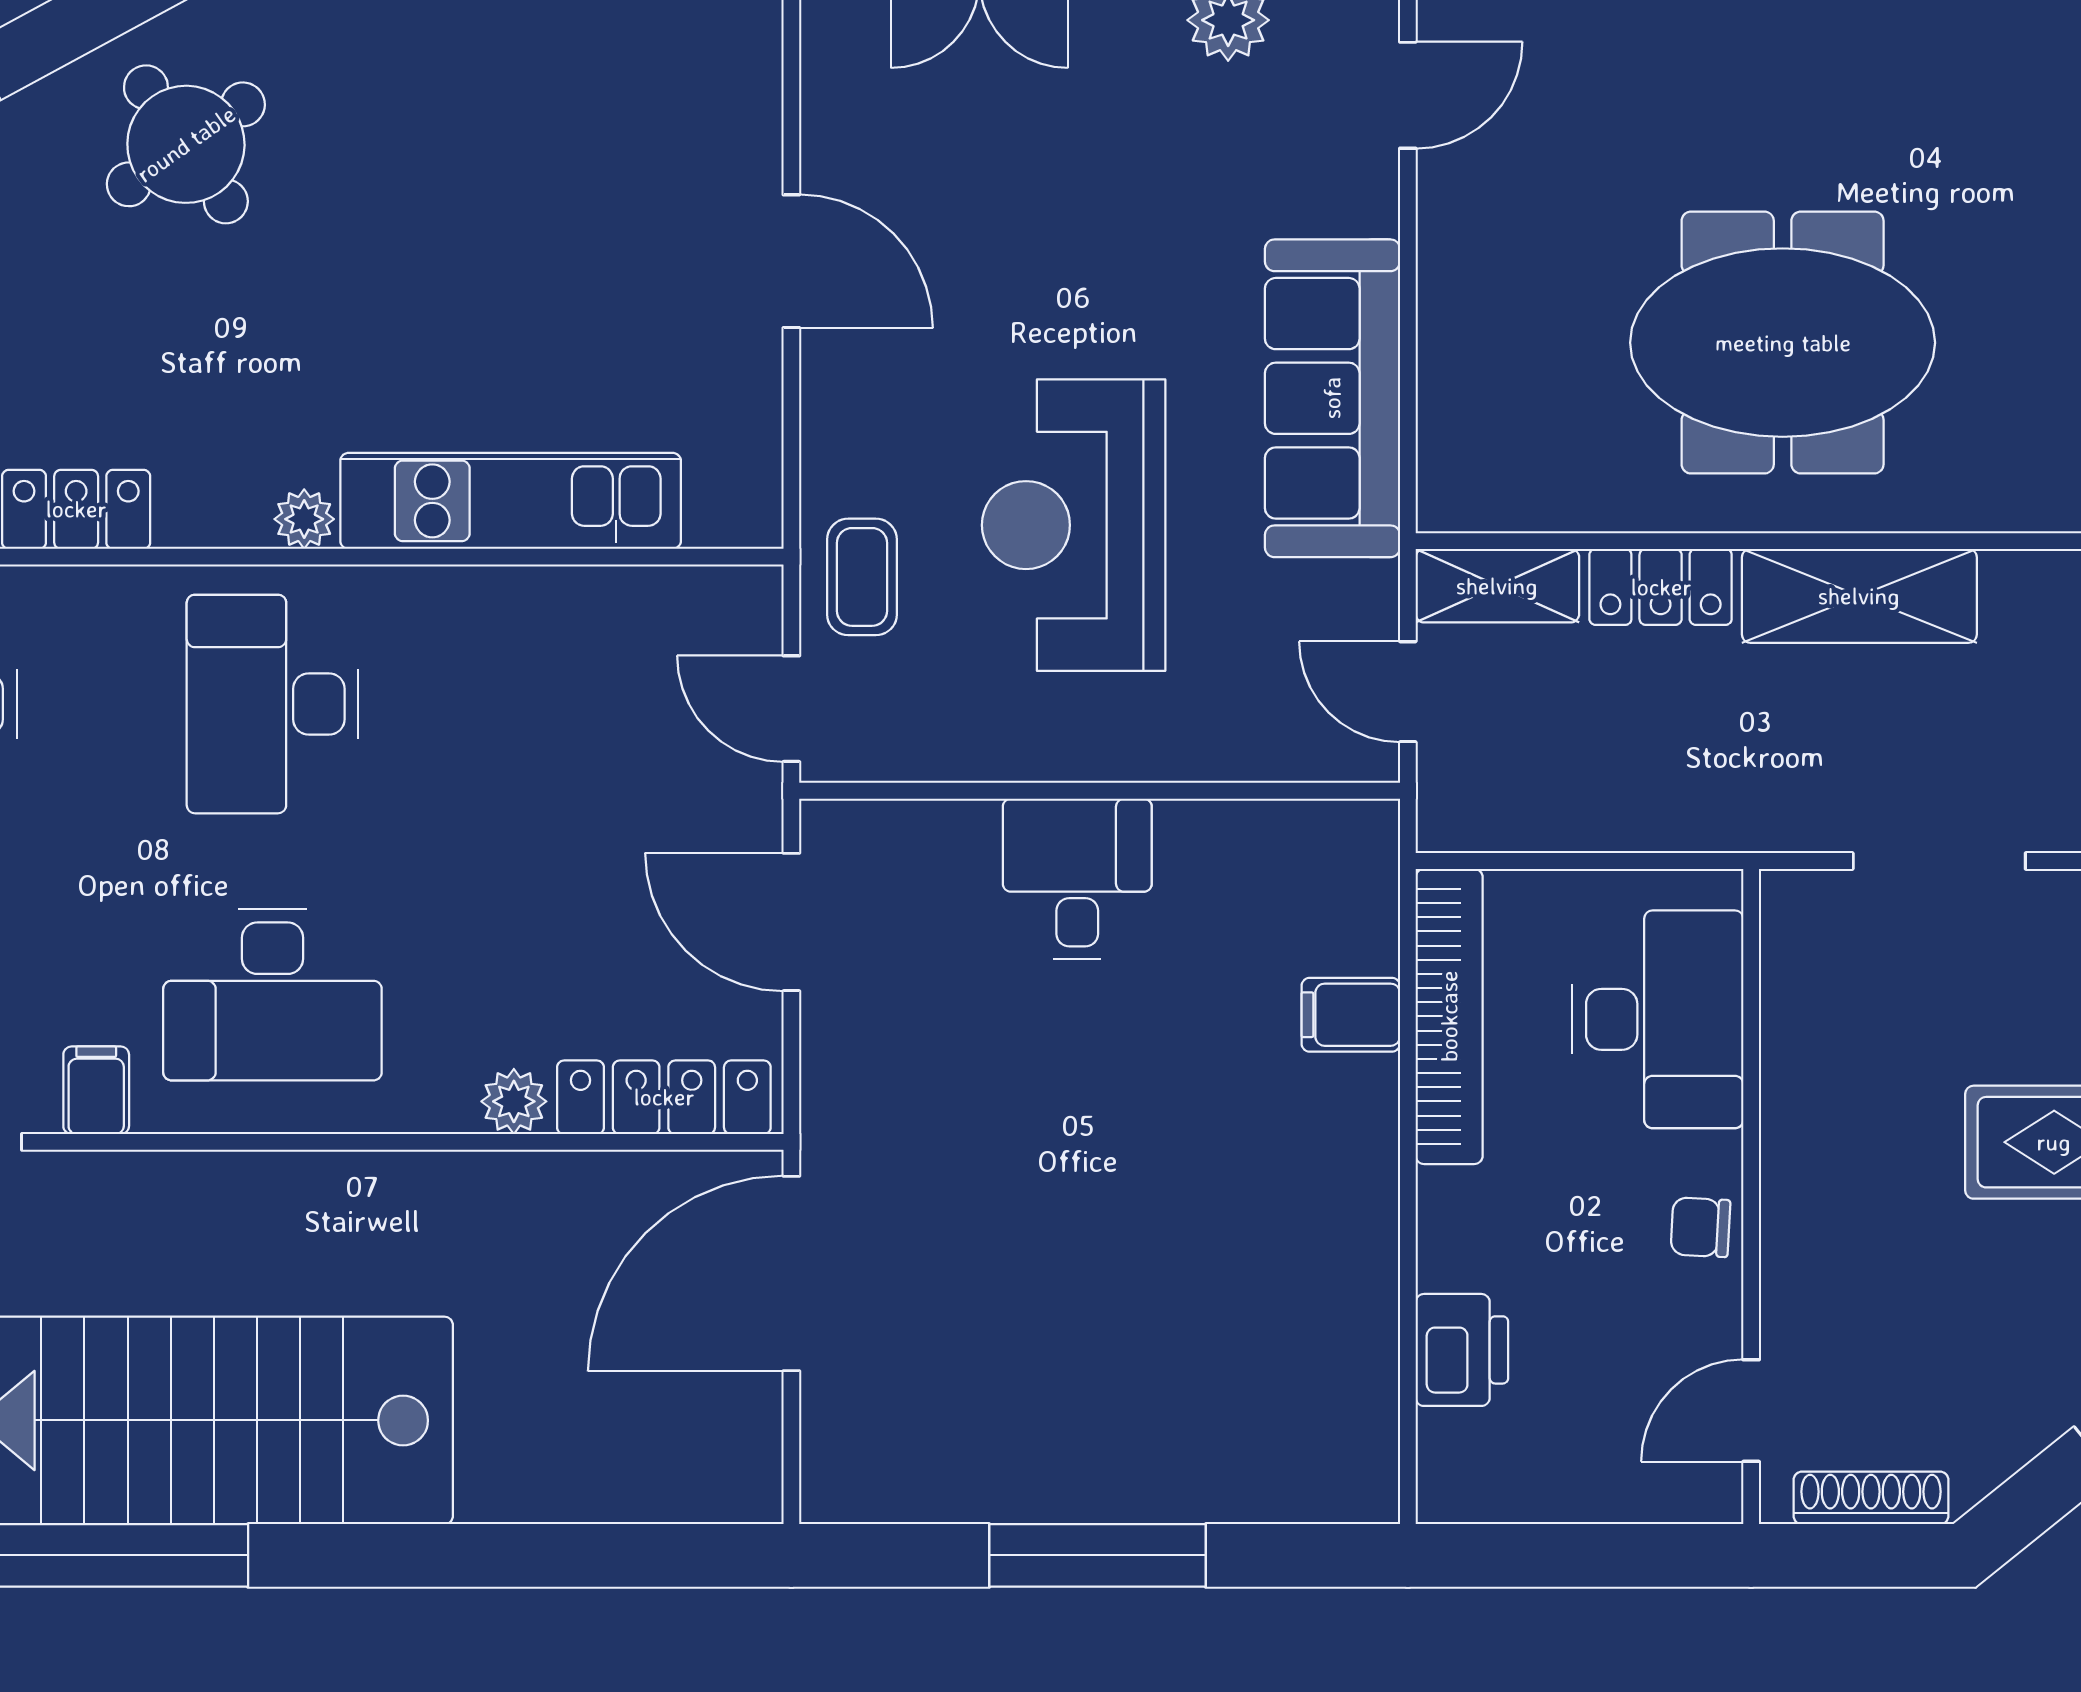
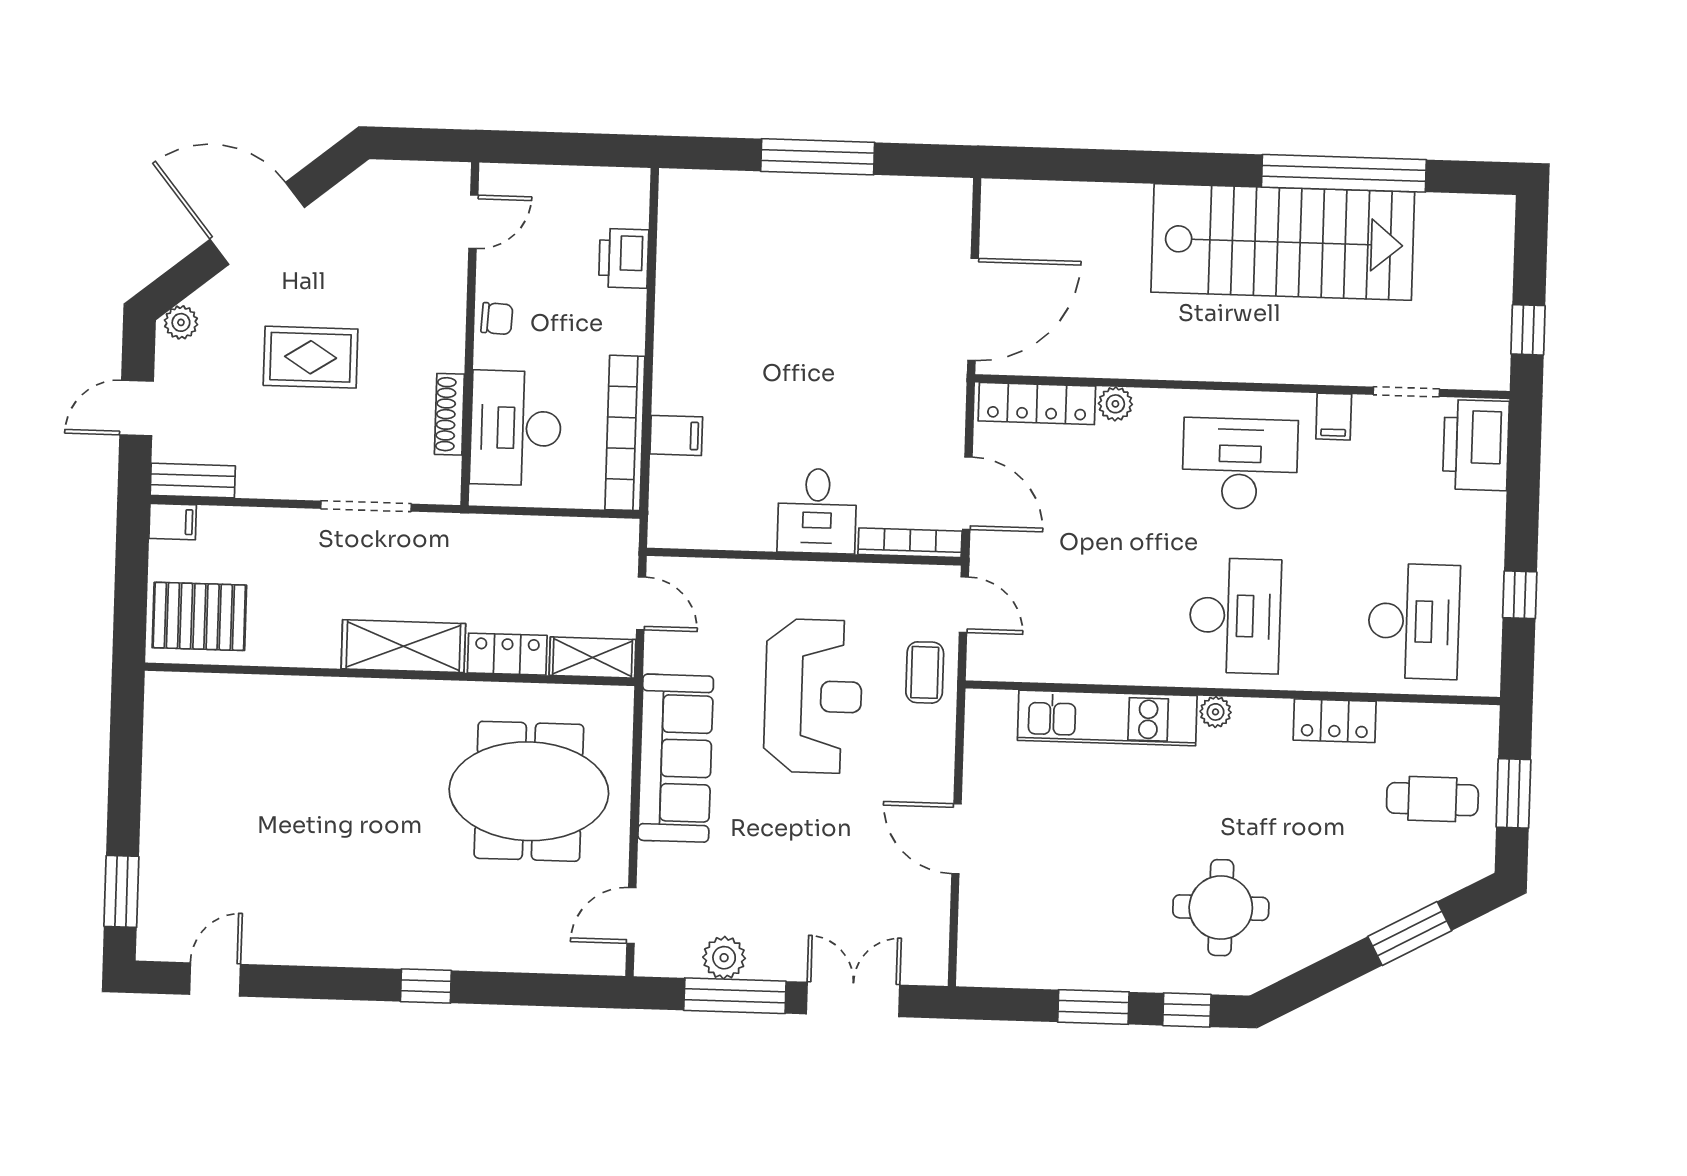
round table: (186, 144) -> (1221, 908), moved, turned 35
meeting table: (1783, 343) -> (529, 791), moved
bookcase: (898, 824) -> (910, 543), added
shoe rack: (1871, 1498) -> (449, 414), moved, turned 90

